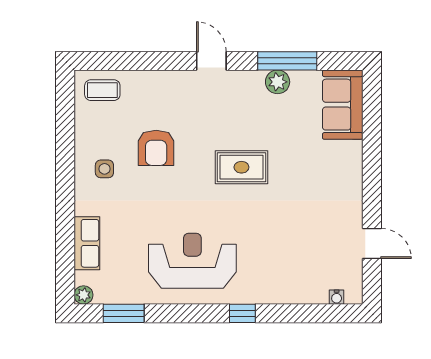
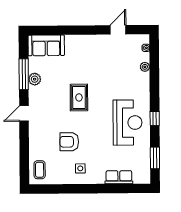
armchair: (156, 148) -> (69, 142), turned 180
reception desk: (192, 261) -> (128, 123), turned 180
plant: (84, 295) -> (145, 67), moved
window: (242, 313) -> (155, 118), moved

